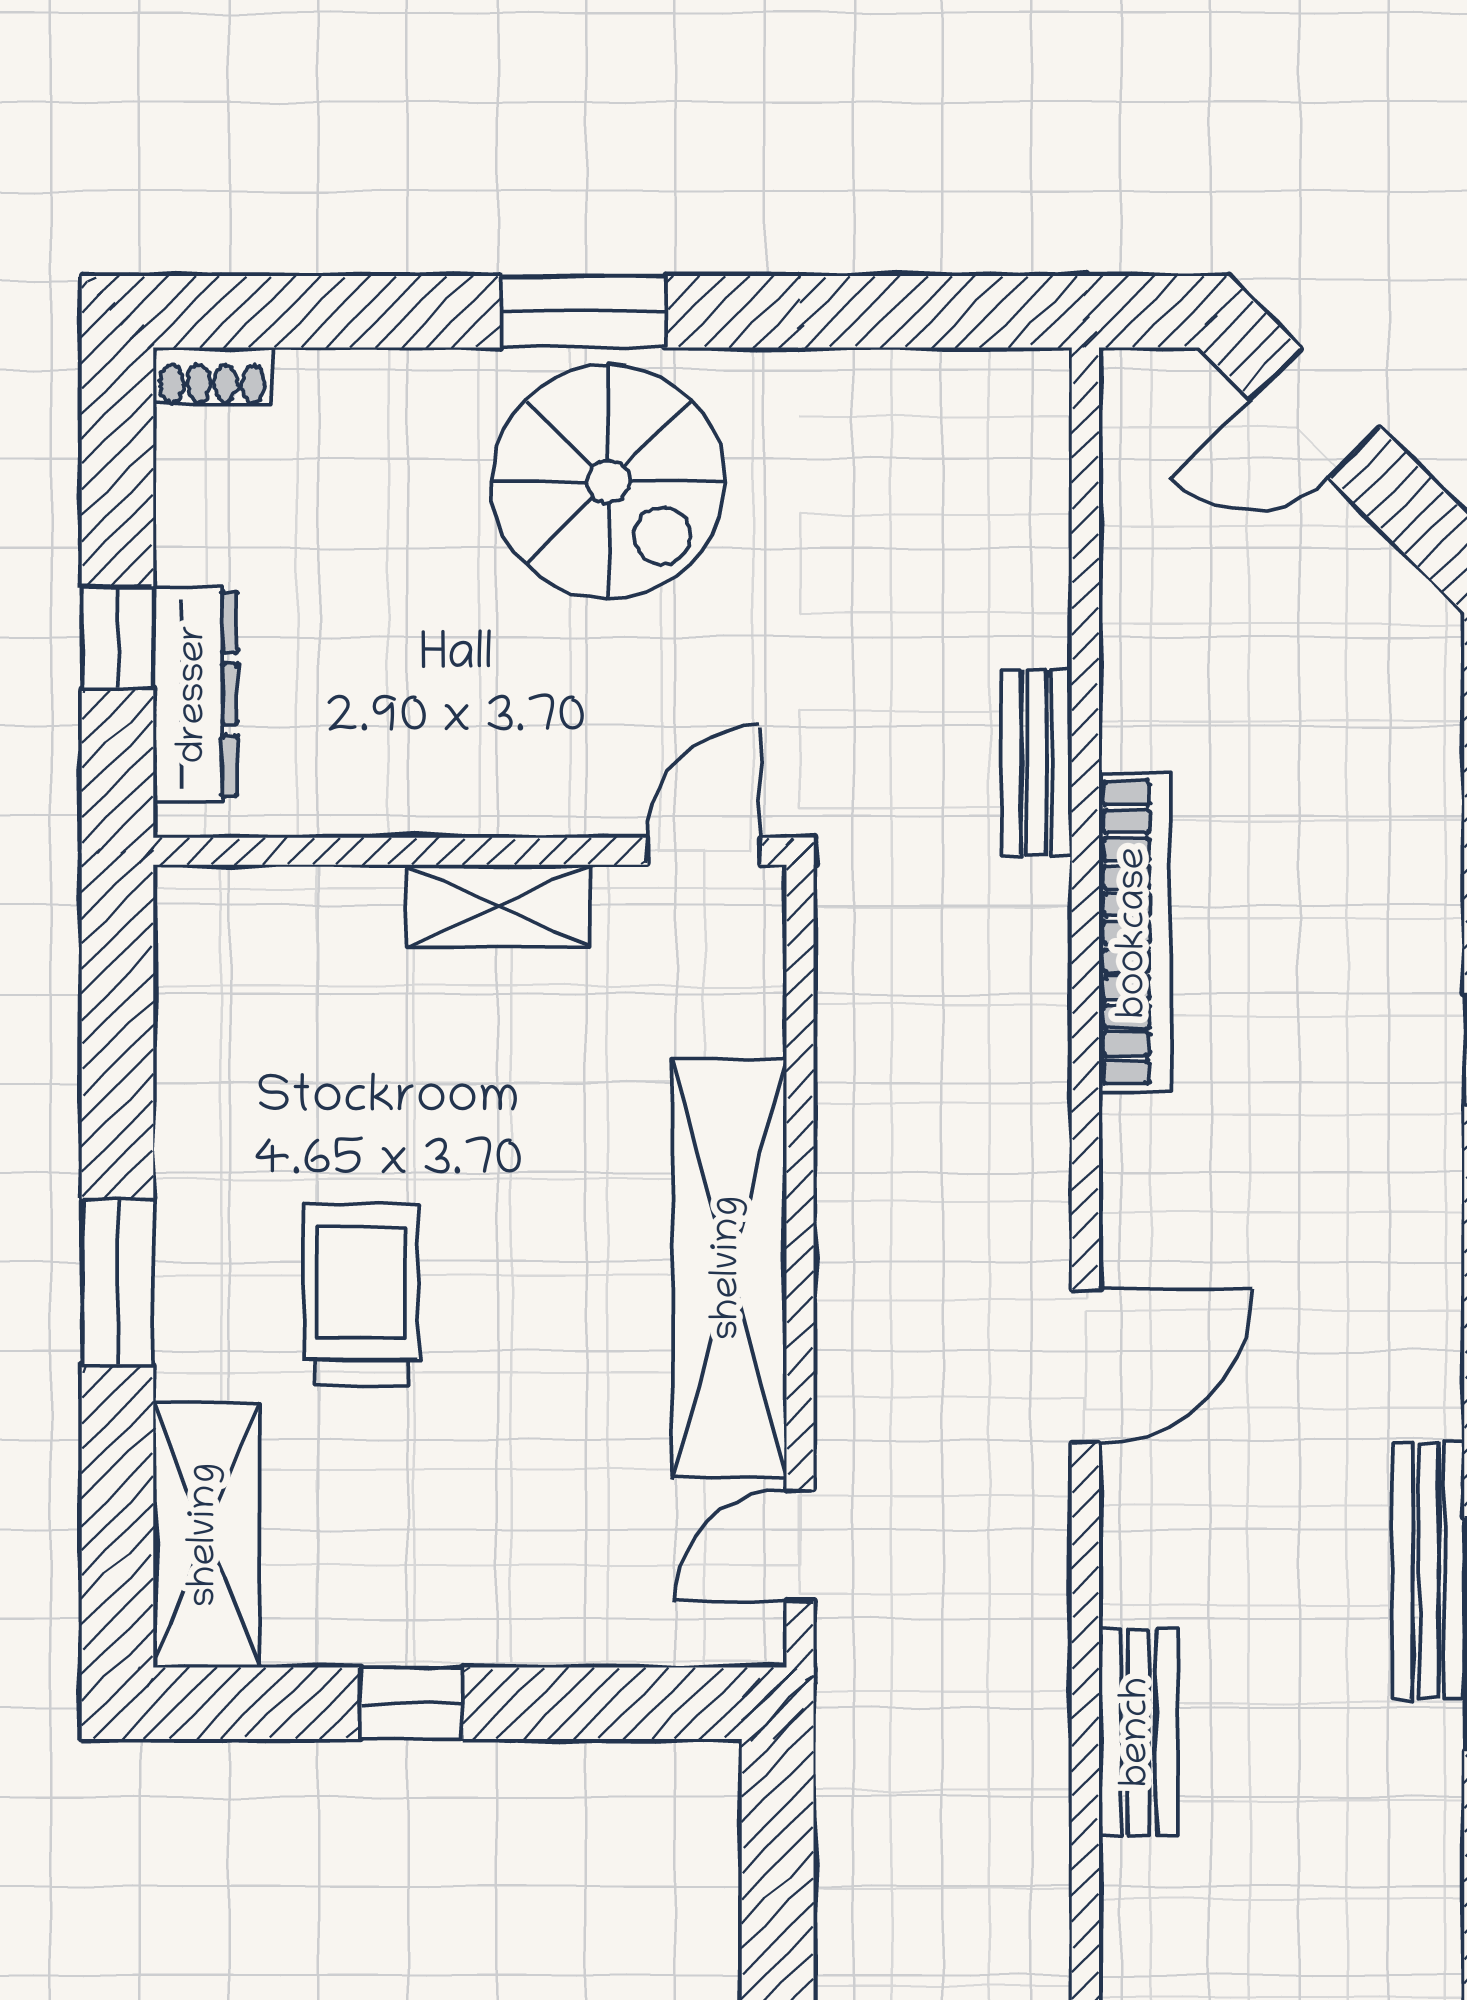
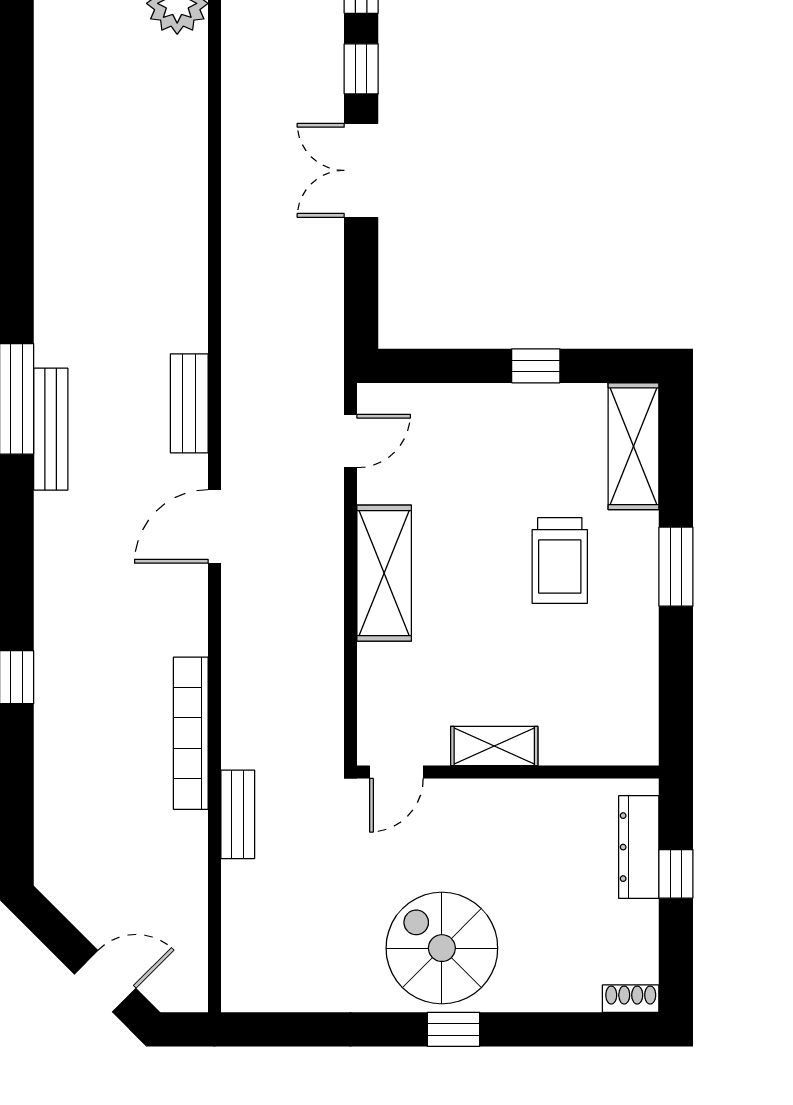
window: (584, 312) -> (454, 1029), width x0.67
shelving: (729, 1268) -> (384, 573), width x0.68
bench: (1138, 1732) -> (189, 403), moved

